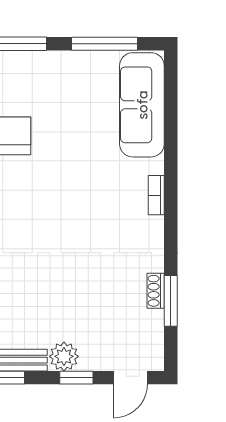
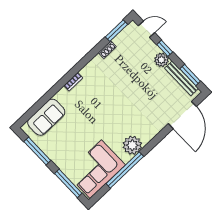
sofa: (142, 105) -> (46, 117), width x0.73
window: (171, 301) -> (116, 31), moved

